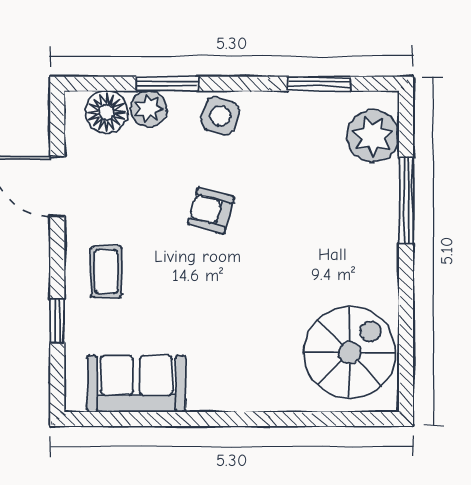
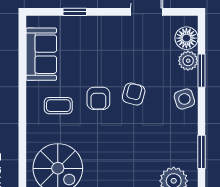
side table: (220, 116) -> (184, 99), turned -36
coffee table: (106, 272) -> (58, 106), moved
armchair: (219, 277) -> (98, 98), added

